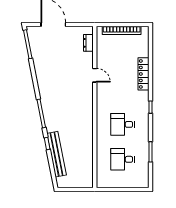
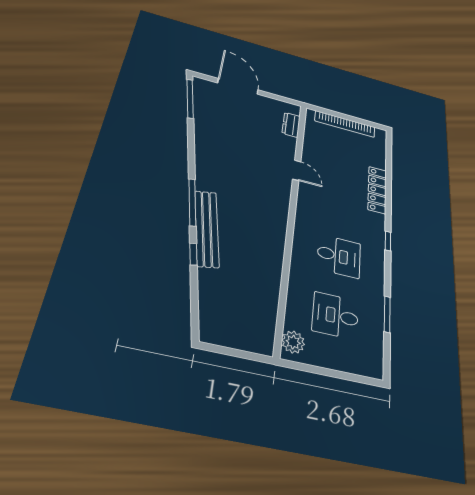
desk: (123, 124) -> (339, 256), turned 180
bench: (57, 154) -> (207, 228), moved
plant: (102, 178) -> (293, 342), added

